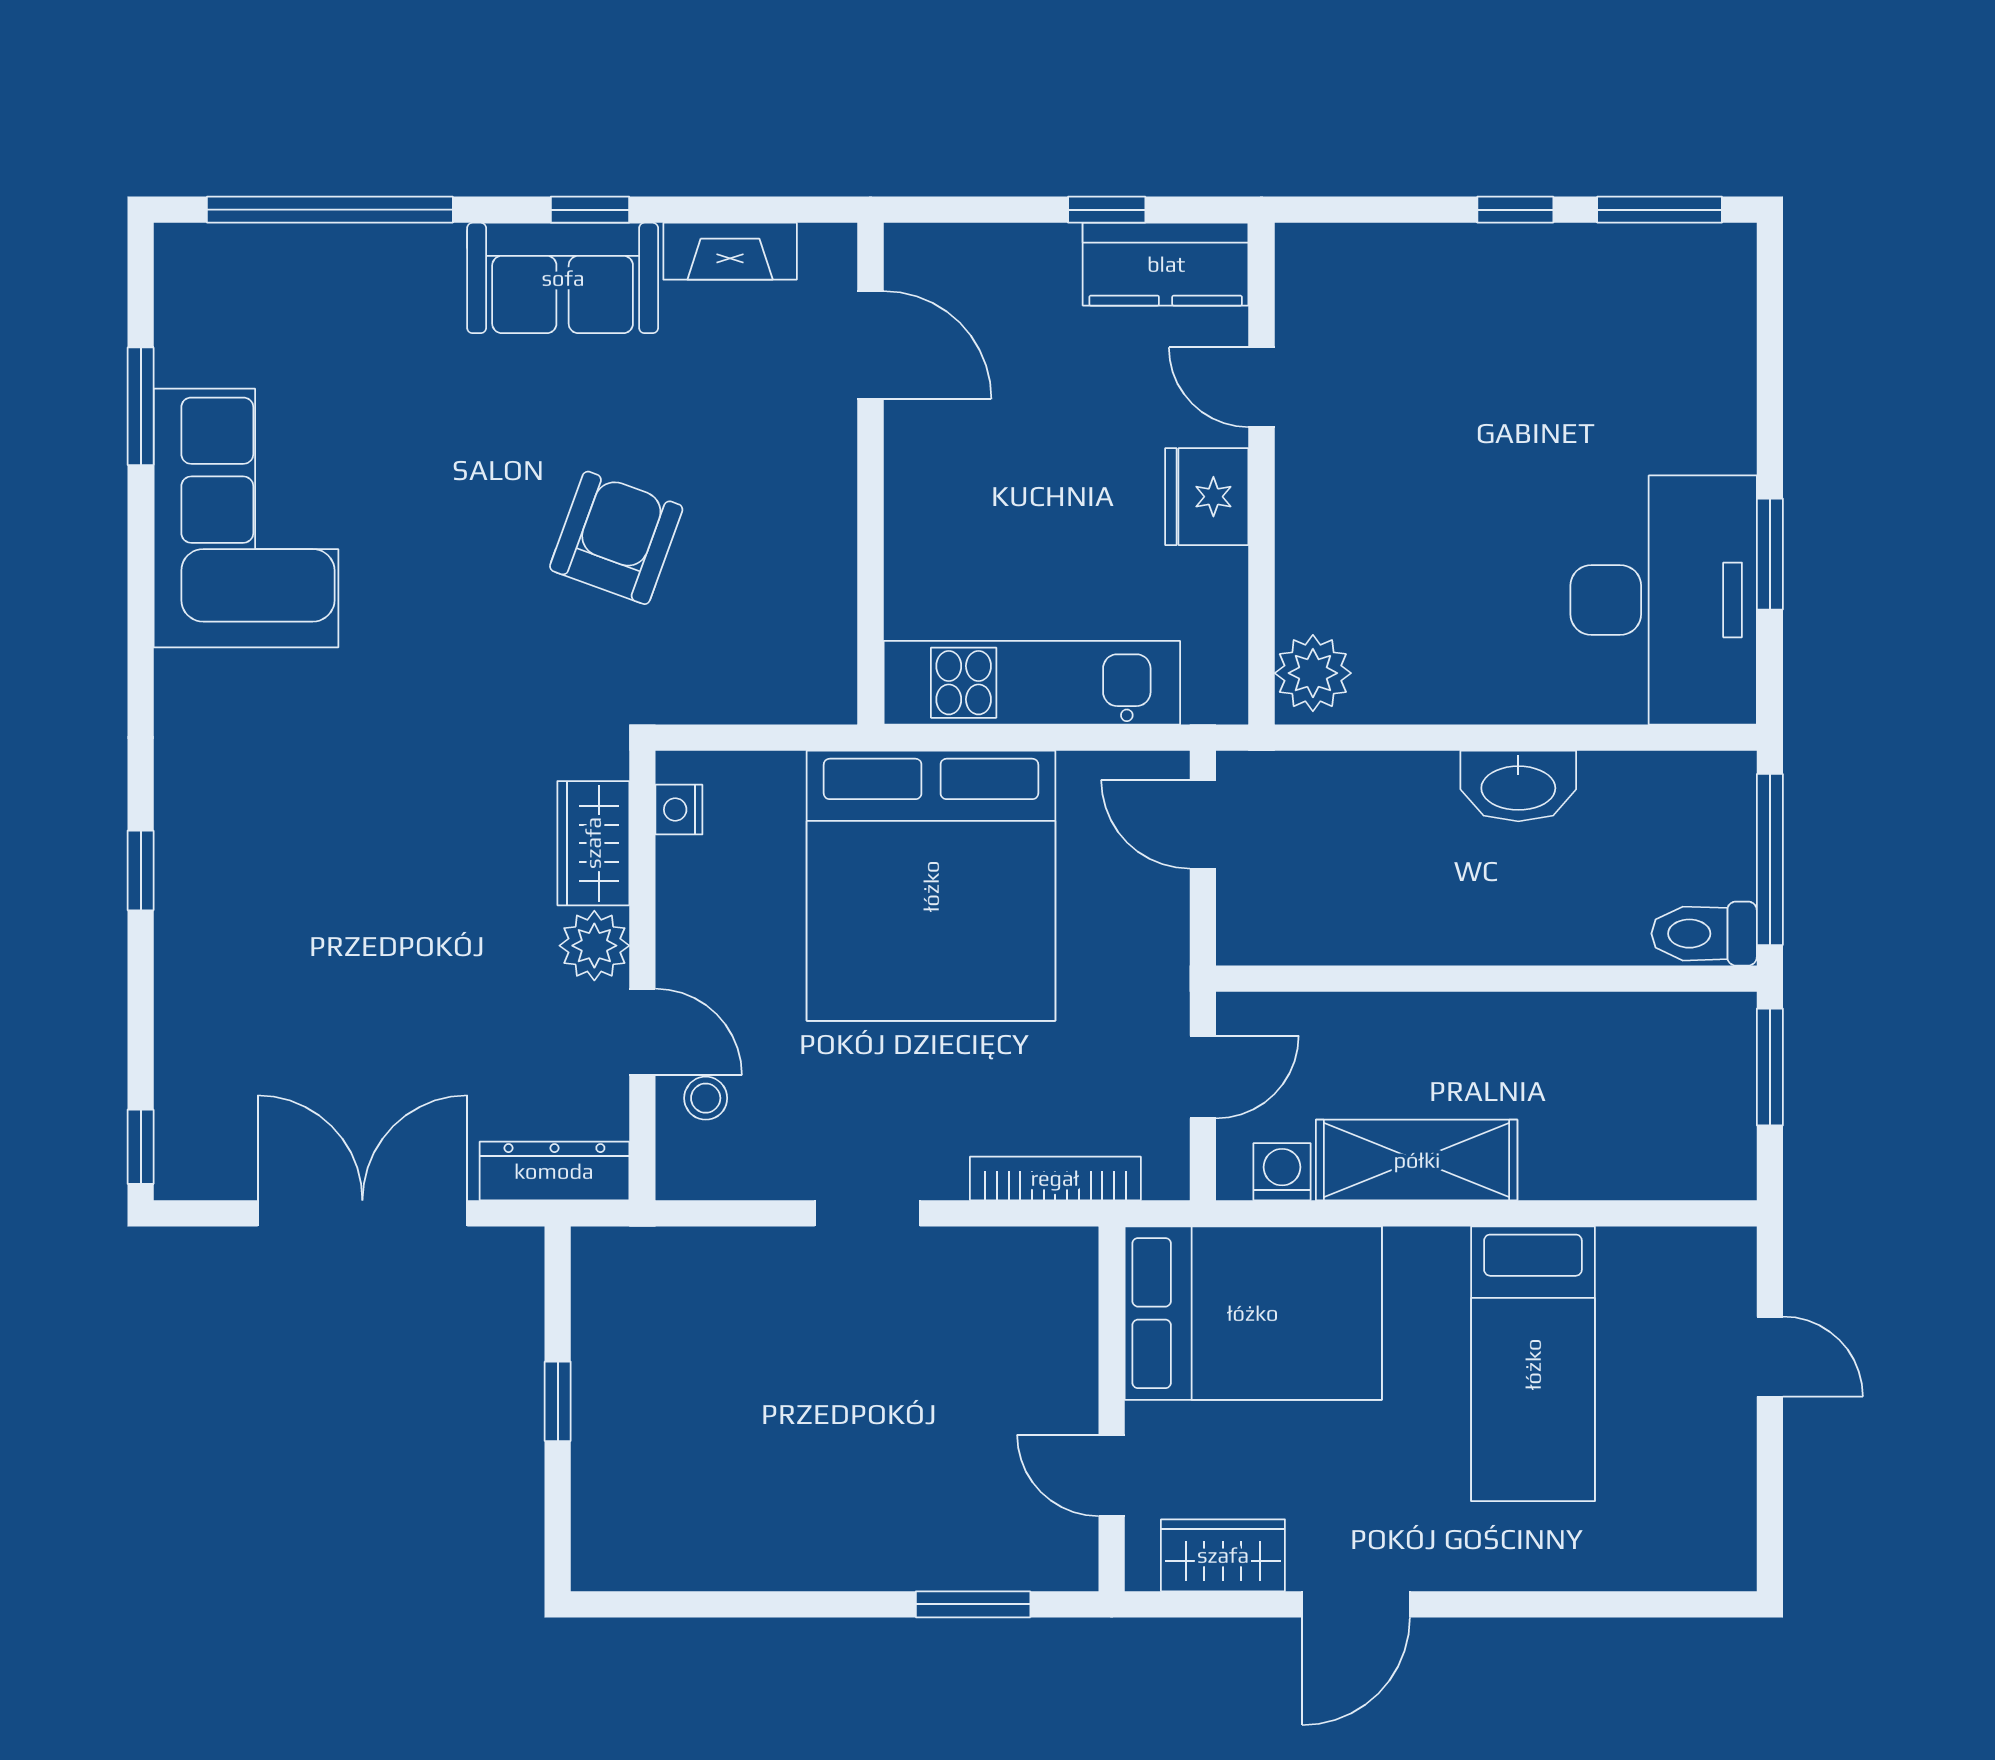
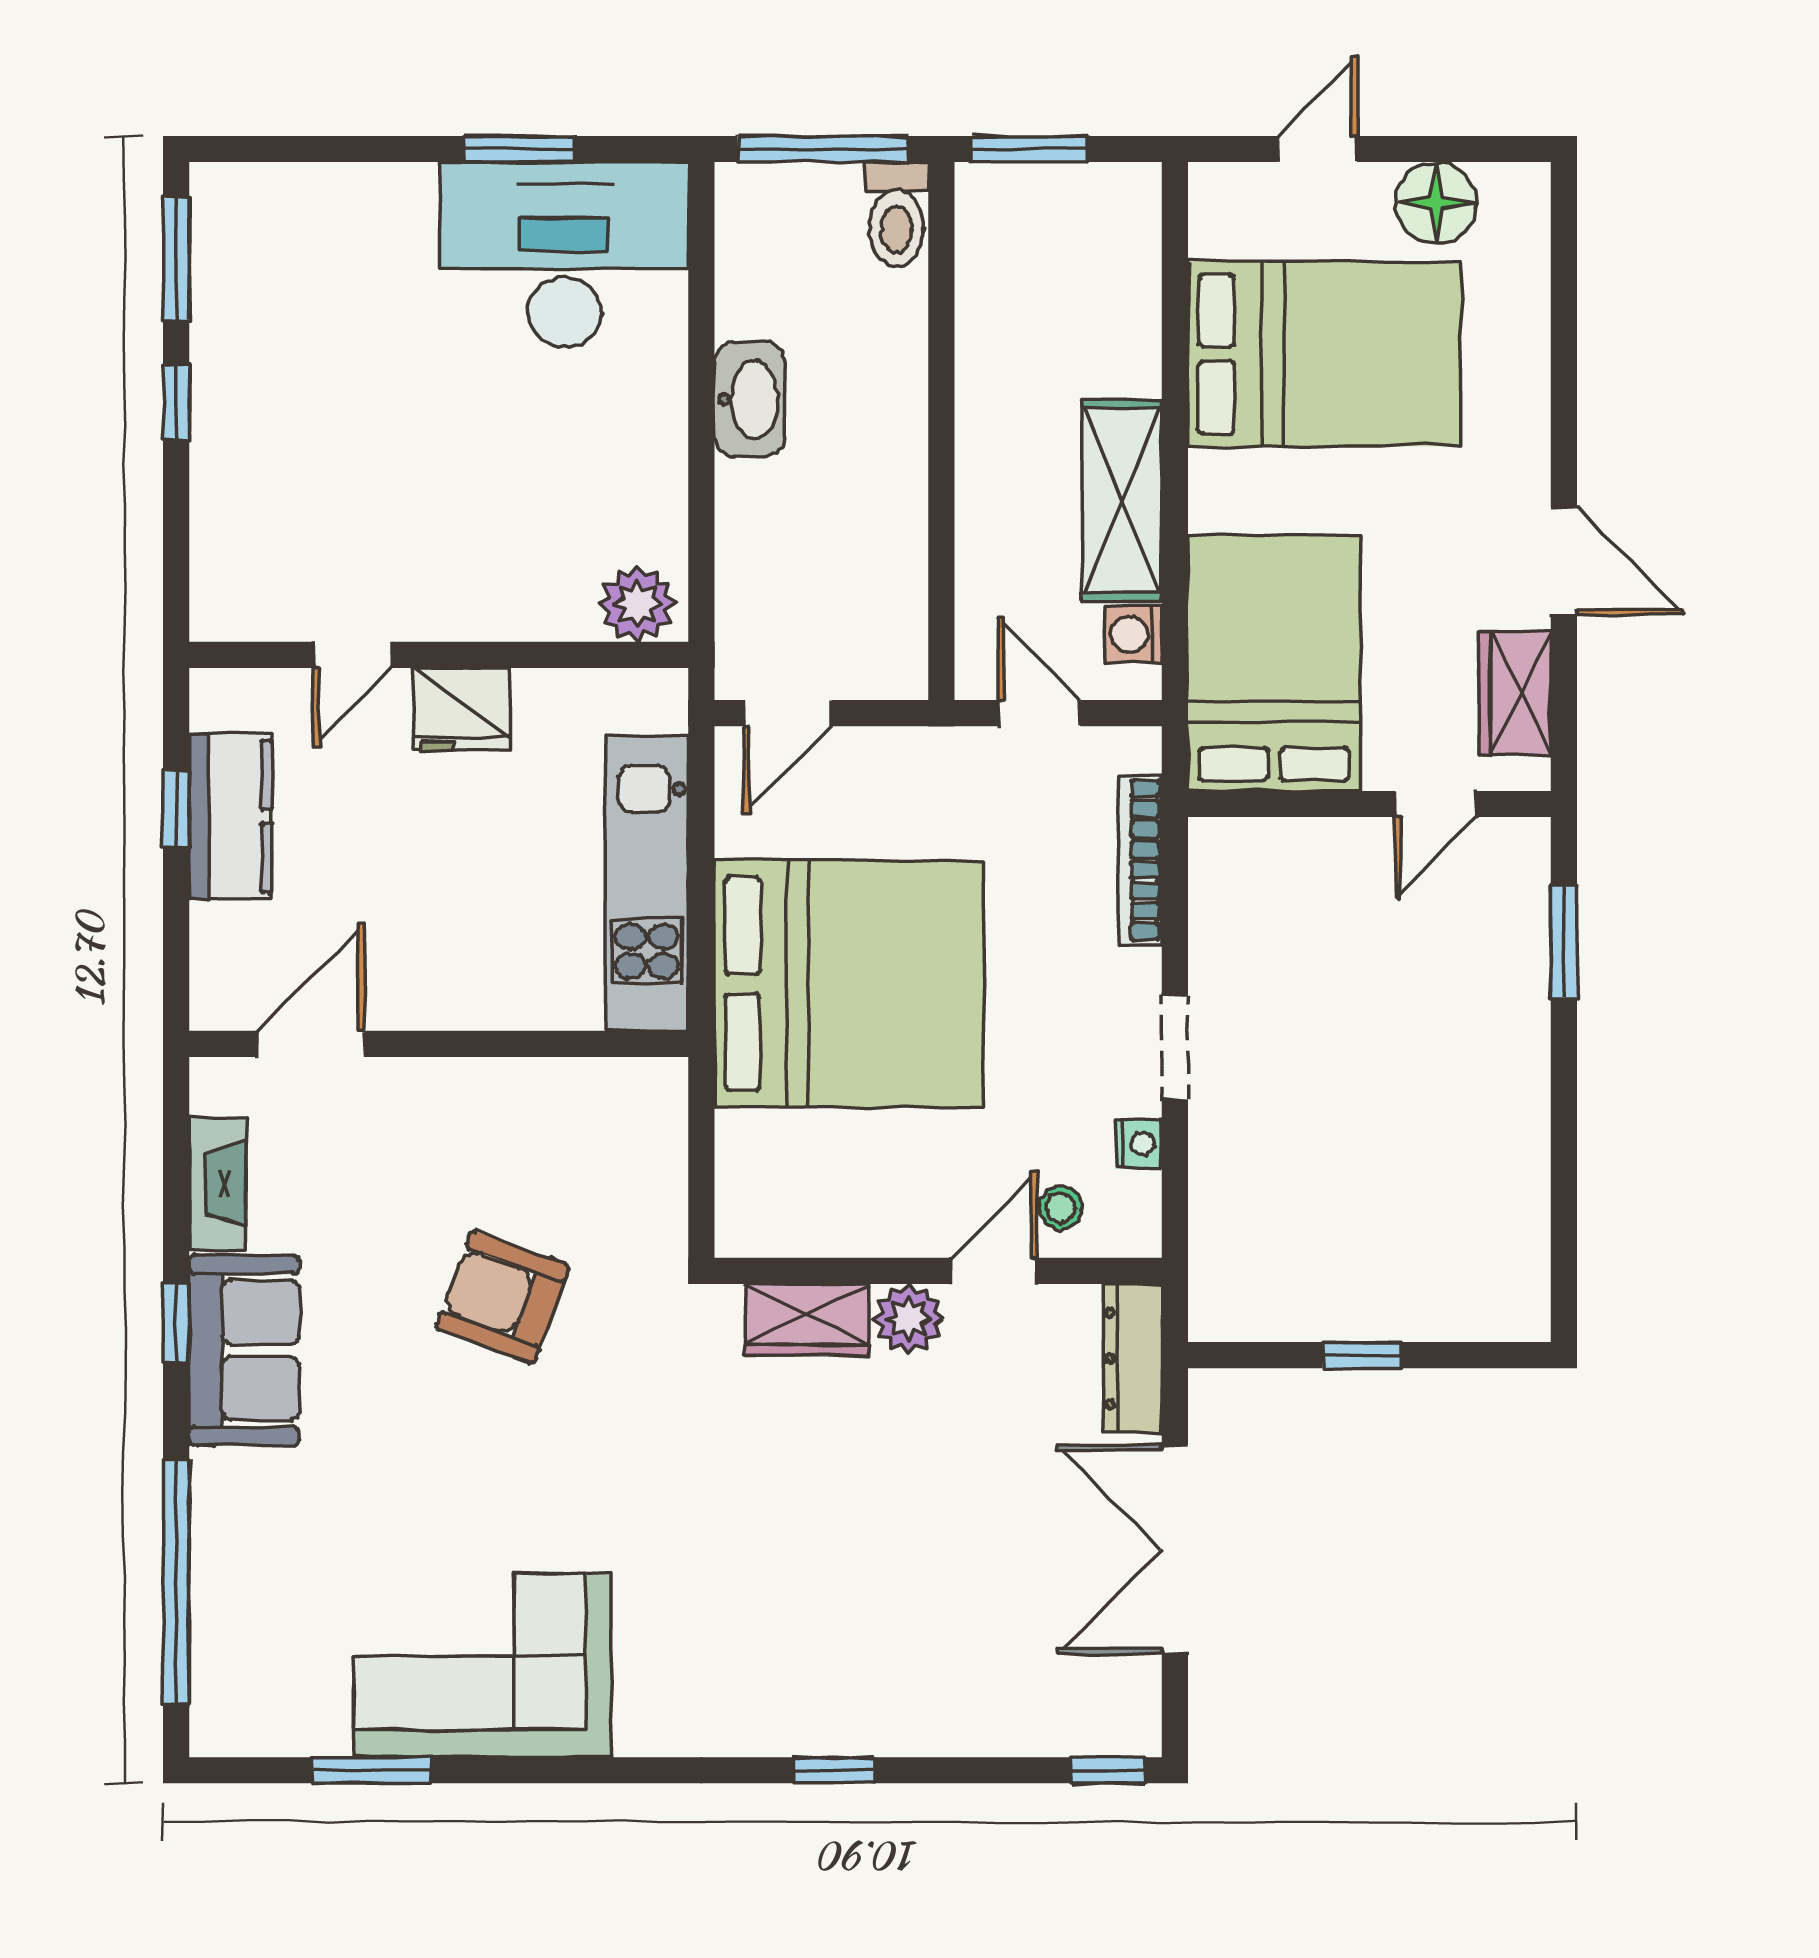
kitchen counter: (1166, 264) -> (230, 816), moved
nightstand: (679, 810) -> (1138, 1144), moved, turned -90
bed: (1533, 1364) -> (1325, 354), width x1.50
floor lamp: (1716, 1476) -> (1436, 203), added

